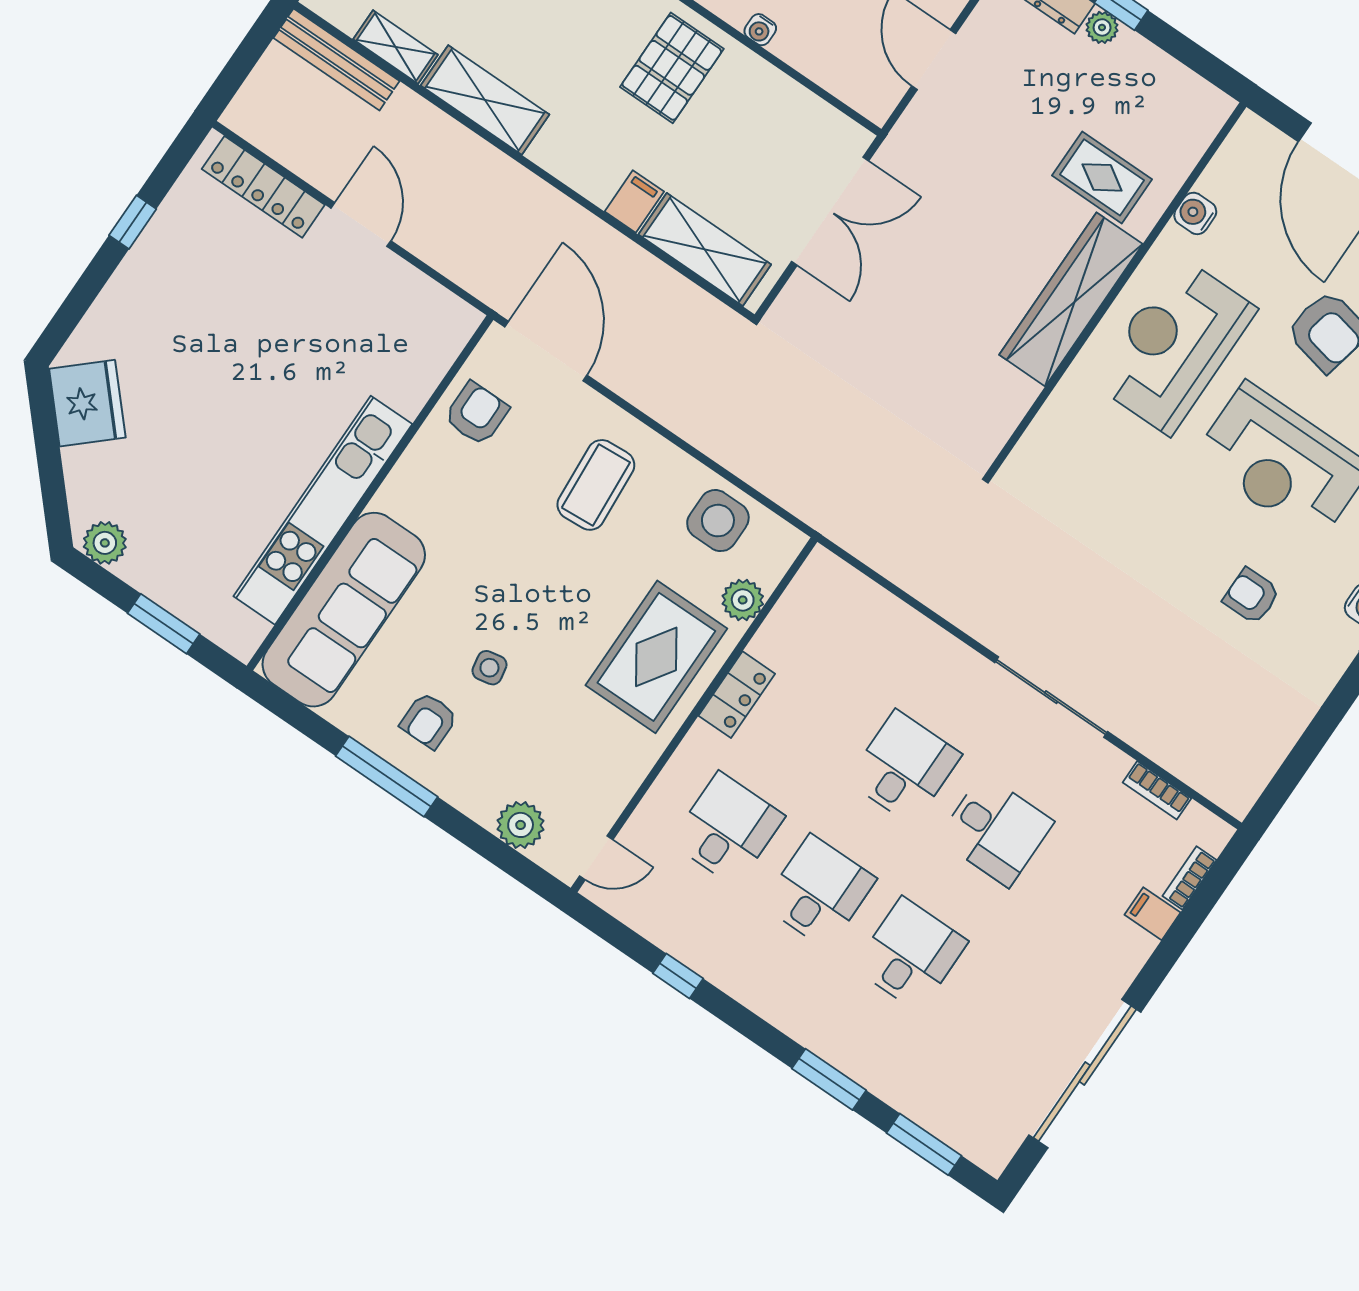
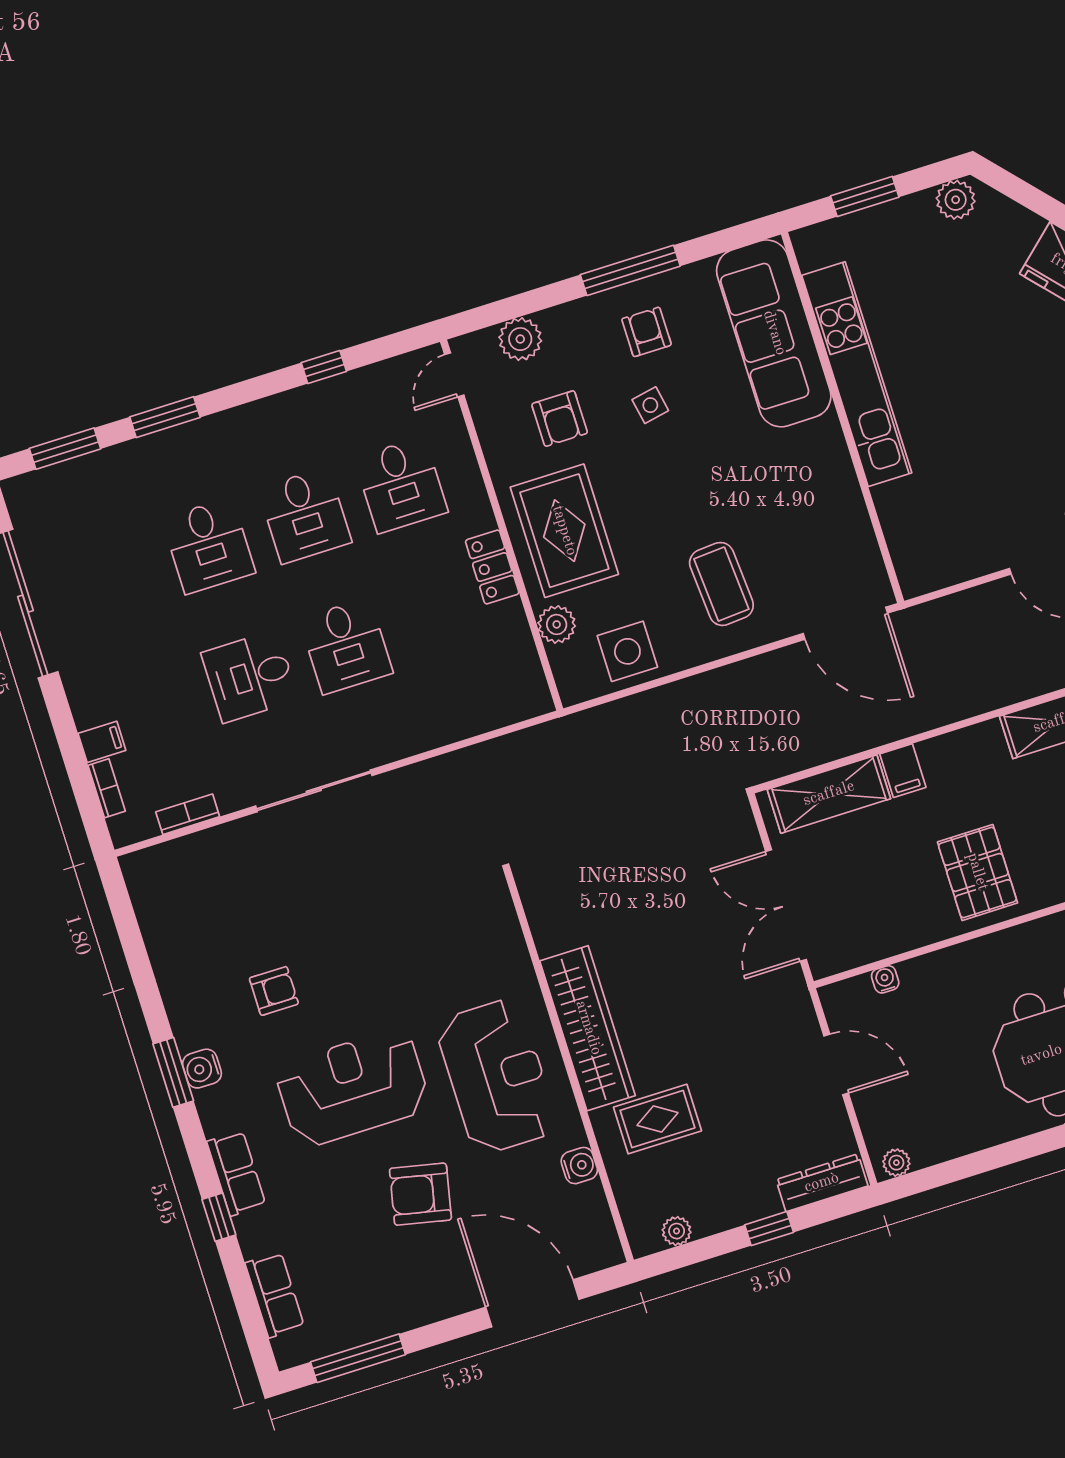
plant: (1102, 27) -> (677, 1231), moved
water cooler: (760, 30) -> (885, 979), moved
armchair: (477, 414) -> (560, 419), moved

